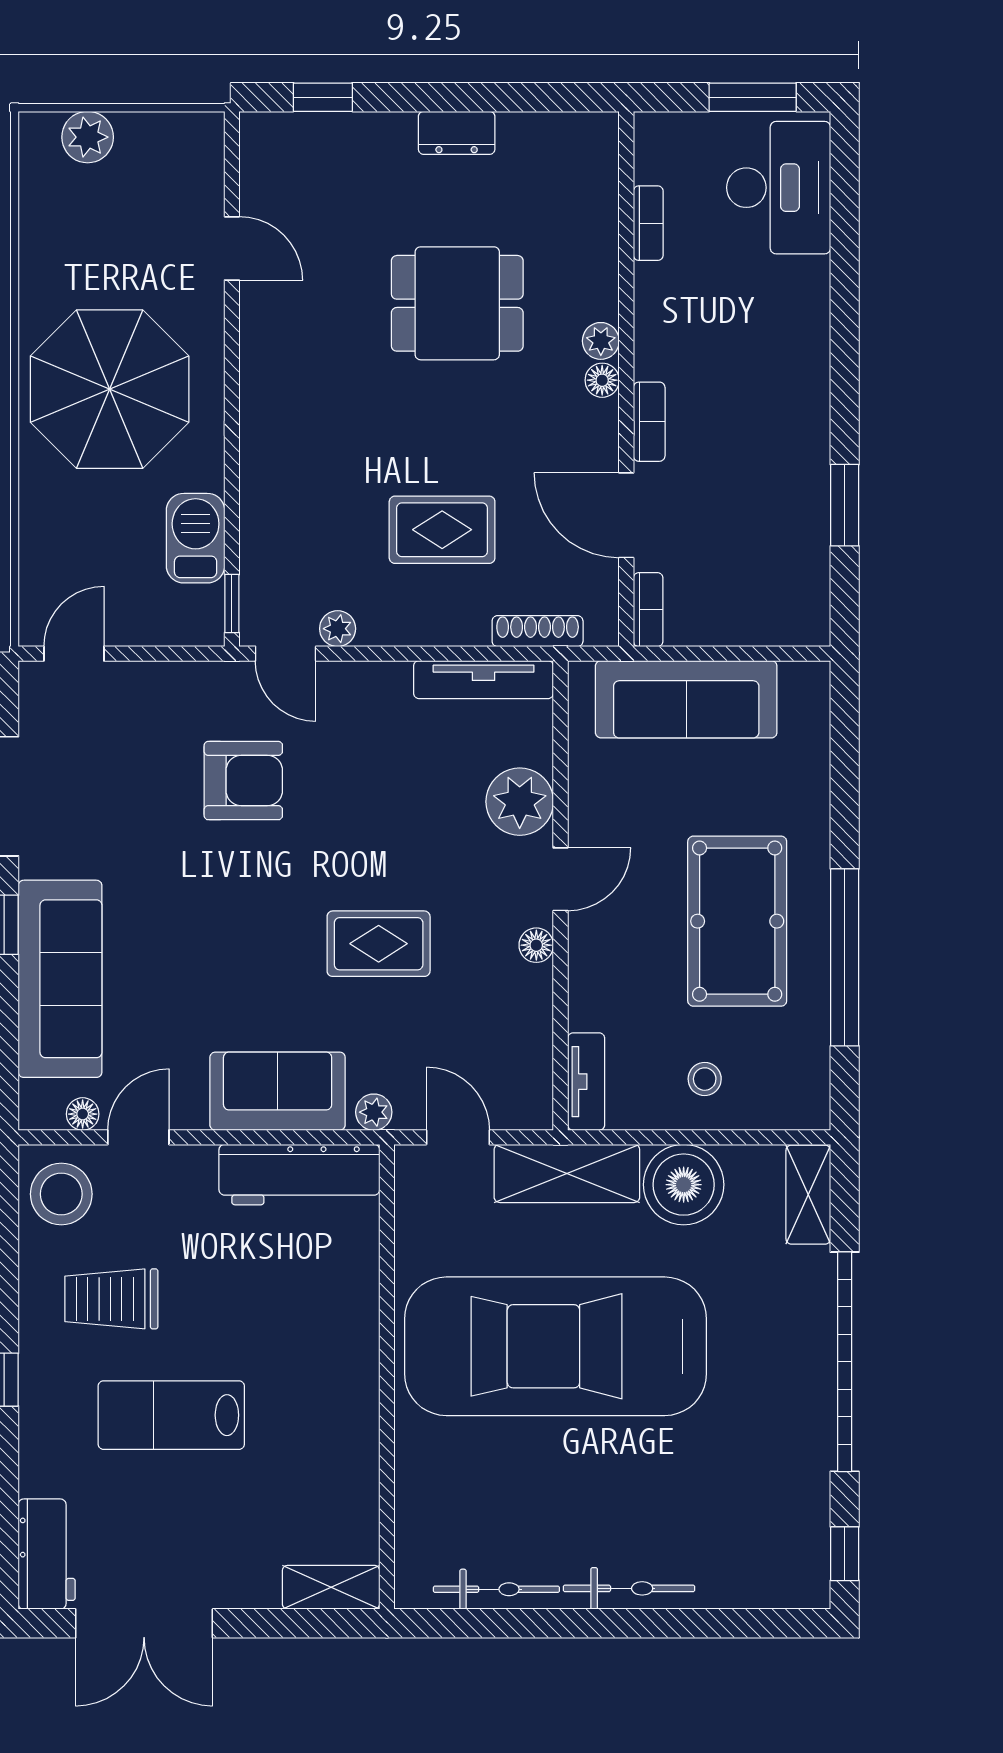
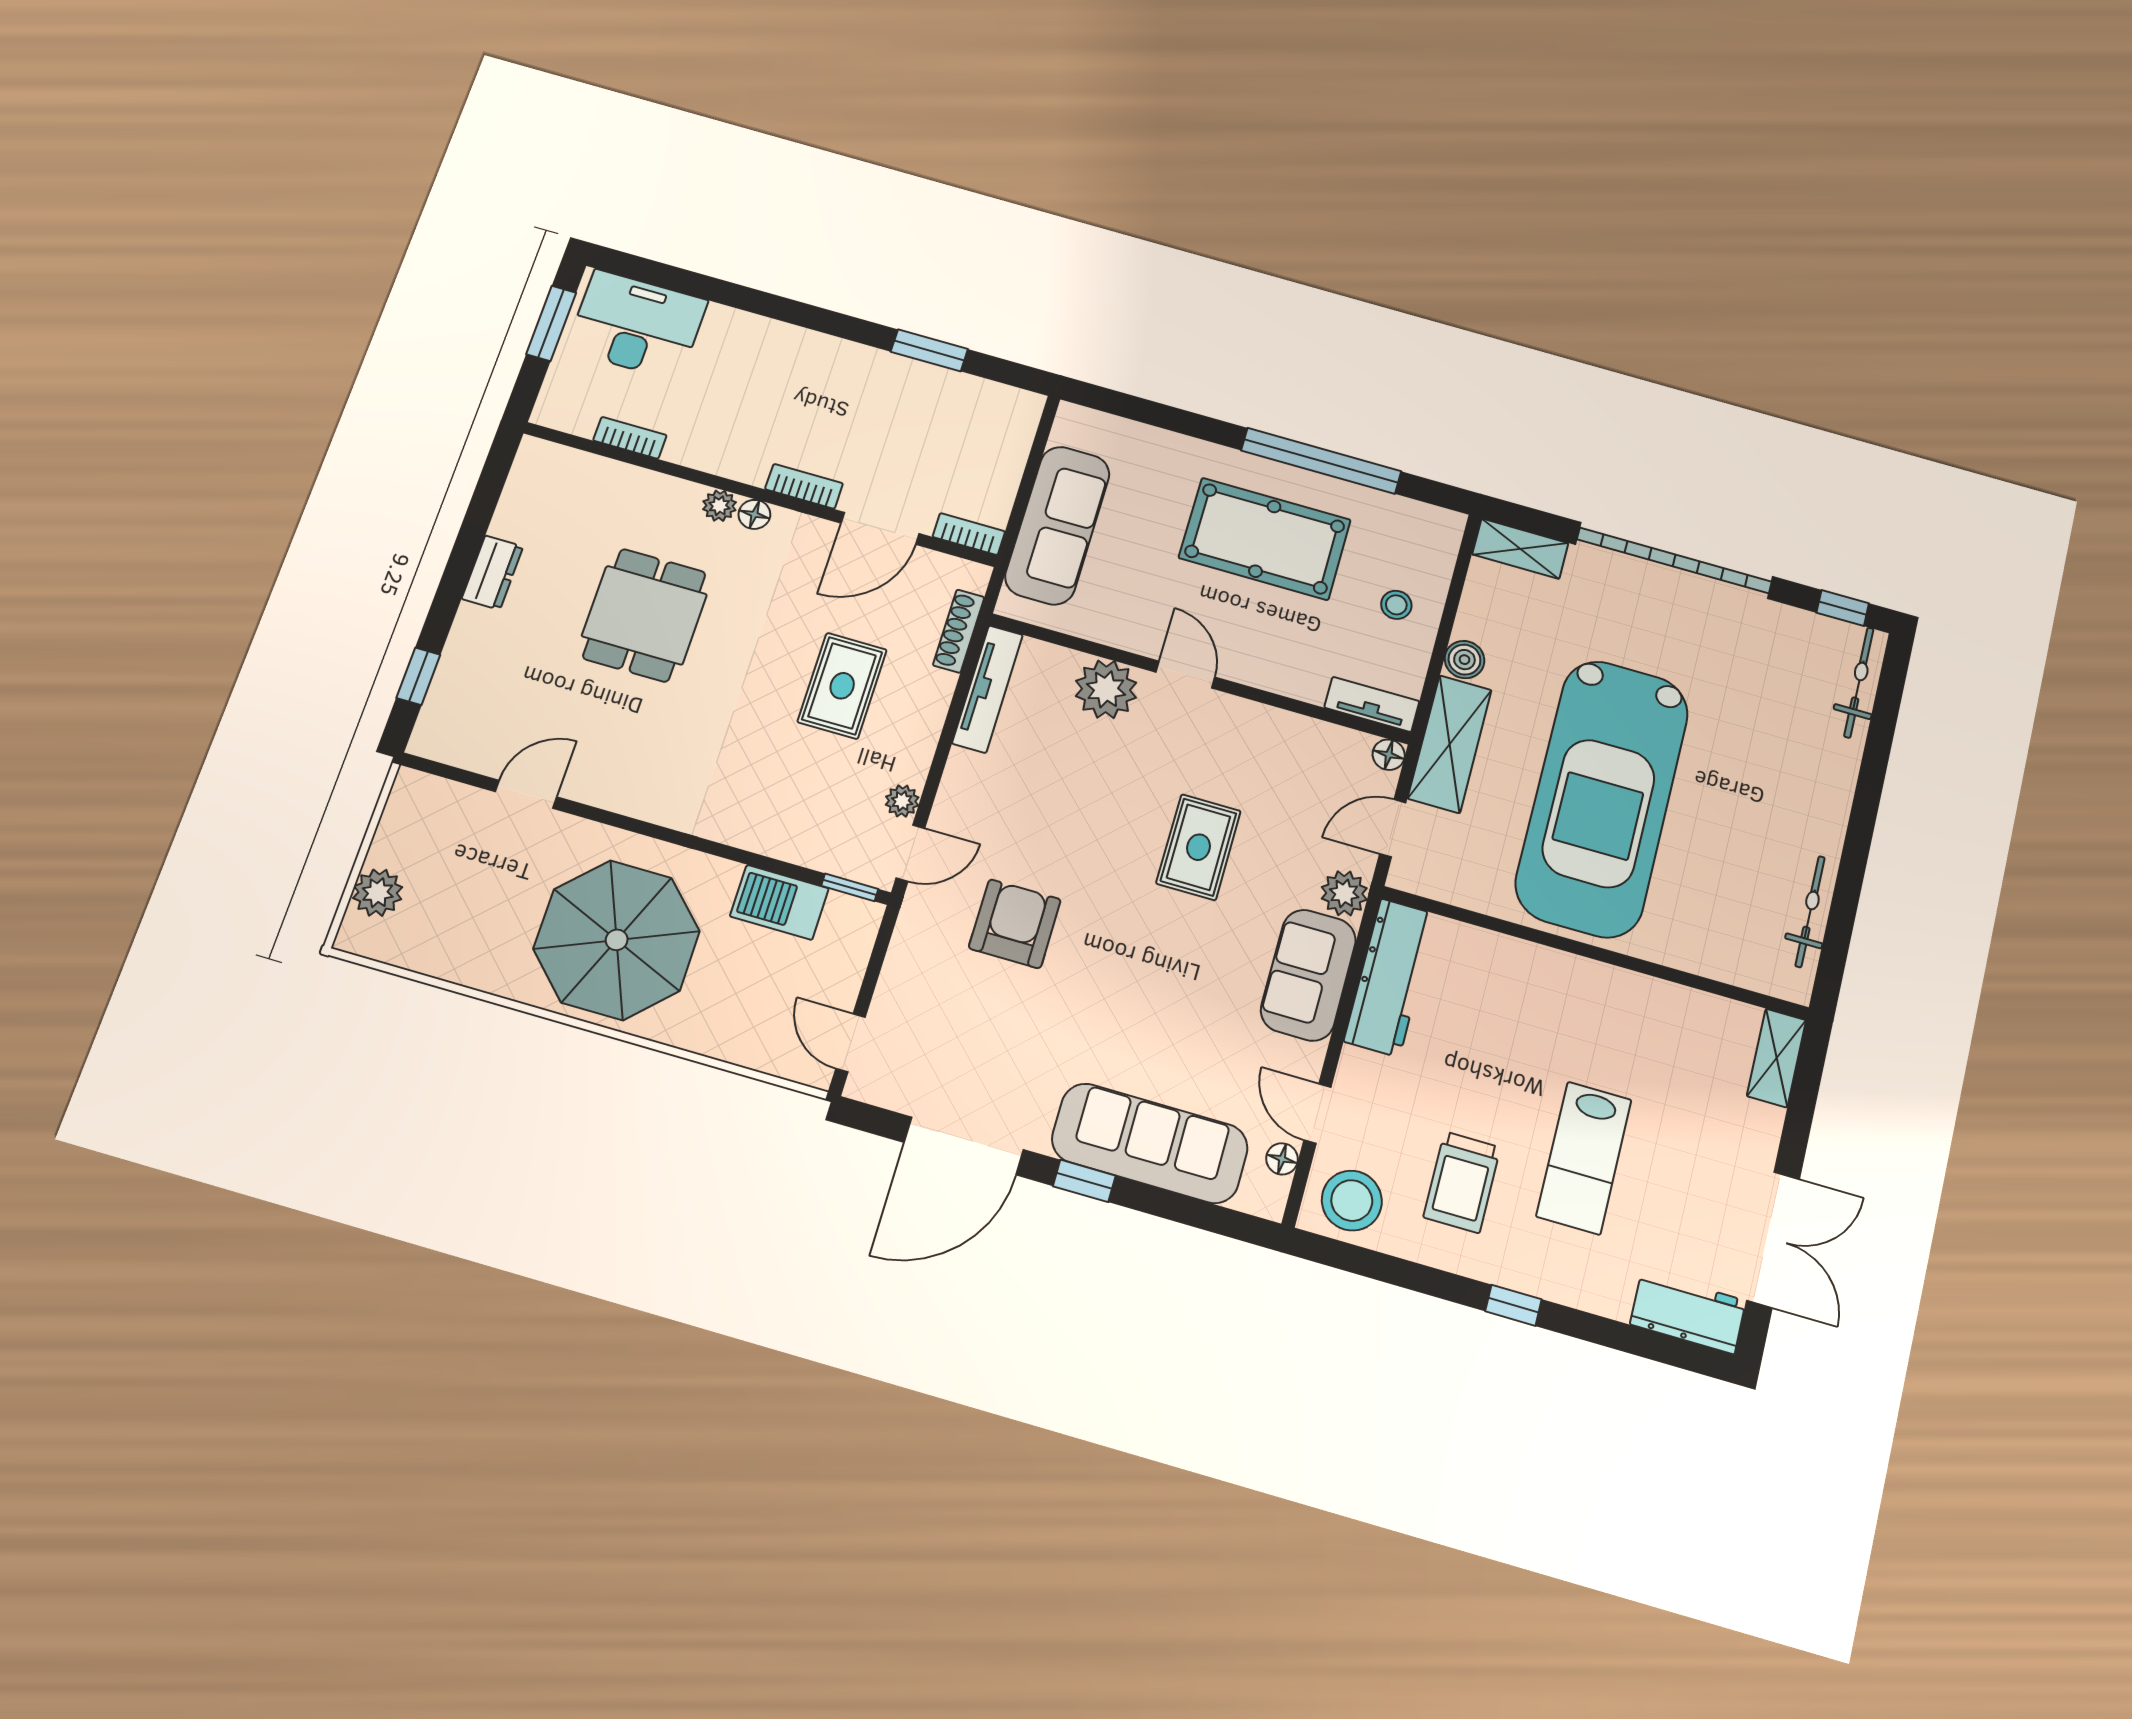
floor lamp: (536, 945) -> (1389, 755), moved
plant: (374, 1112) -> (1344, 893), width x1.38, depth x1.38
boiler: (684, 1185) -> (1464, 660), width x0.54, depth x0.54
bicycle: (629, 1588) -> (1859, 682), moved

